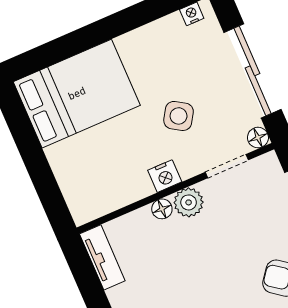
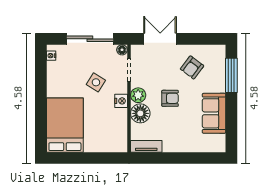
floor lamp: (162, 209) -> (140, 113), width x1.89, depth x1.89
armchair: (208, 263) -> (170, 98), added

